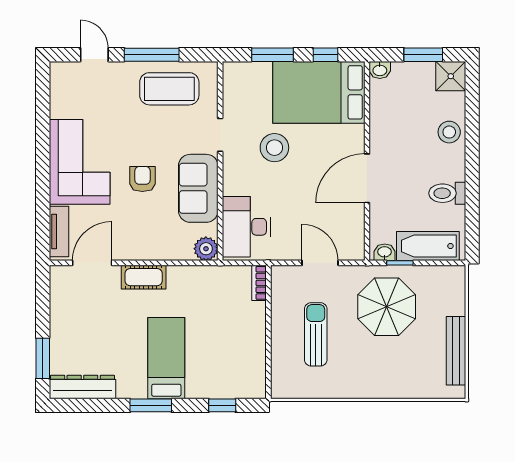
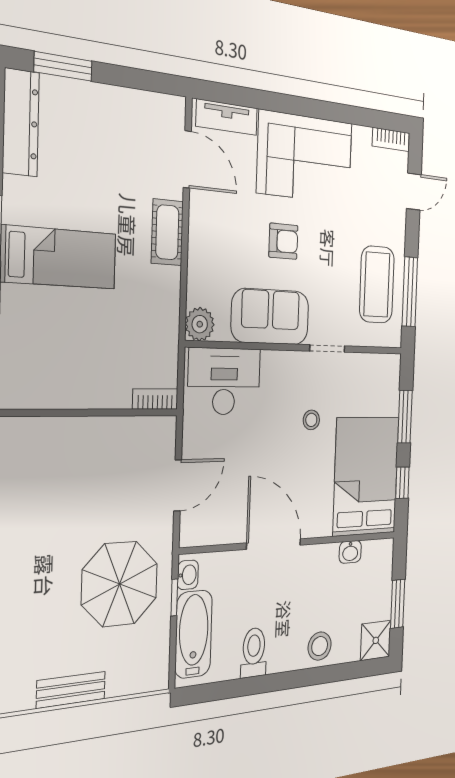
window: (152, 55) -> (410, 292), moved
washbasin: (380, 70) -> (350, 552), moved, turned -90
bookcase: (57, 80) -> (391, 140), added
stool: (274, 148) -> (311, 420), width x0.53, depth x0.53
sun lounger: (316, 334) -> (86, 483), removed
bench: (456, 351) -> (71, 690), width x0.73

